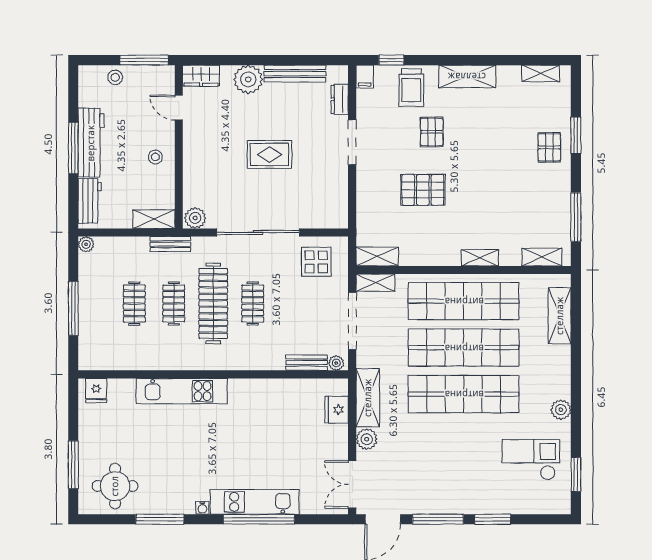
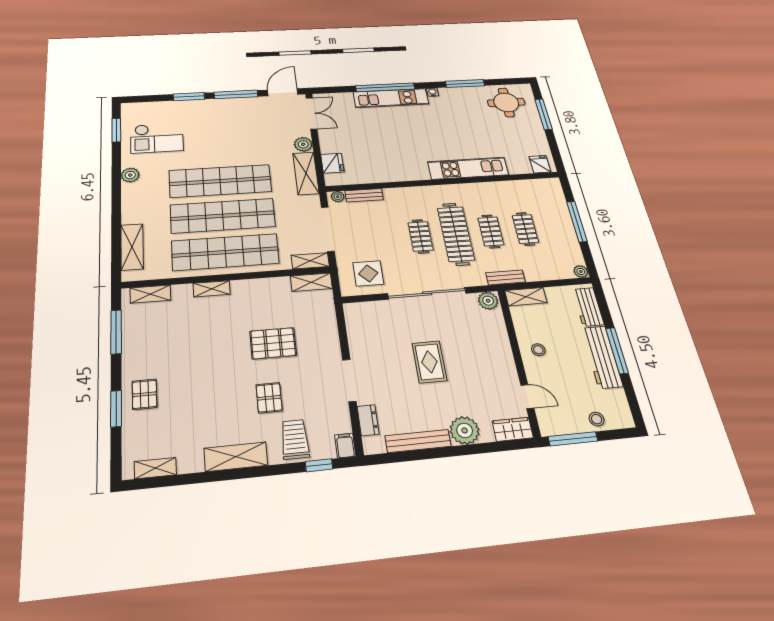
rug: (269, 154) -> (429, 362), turned 90

